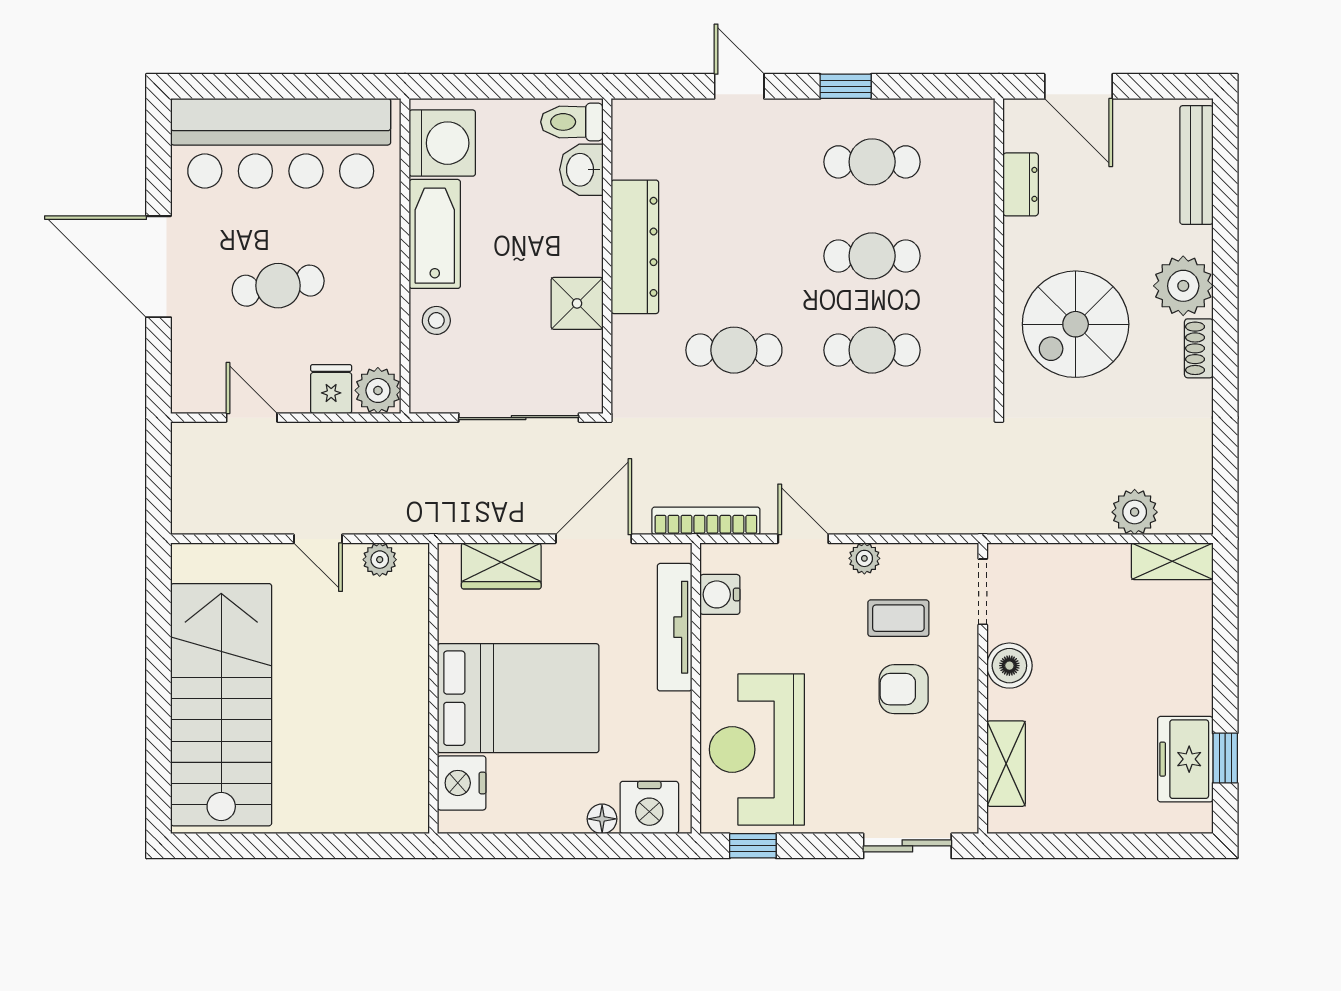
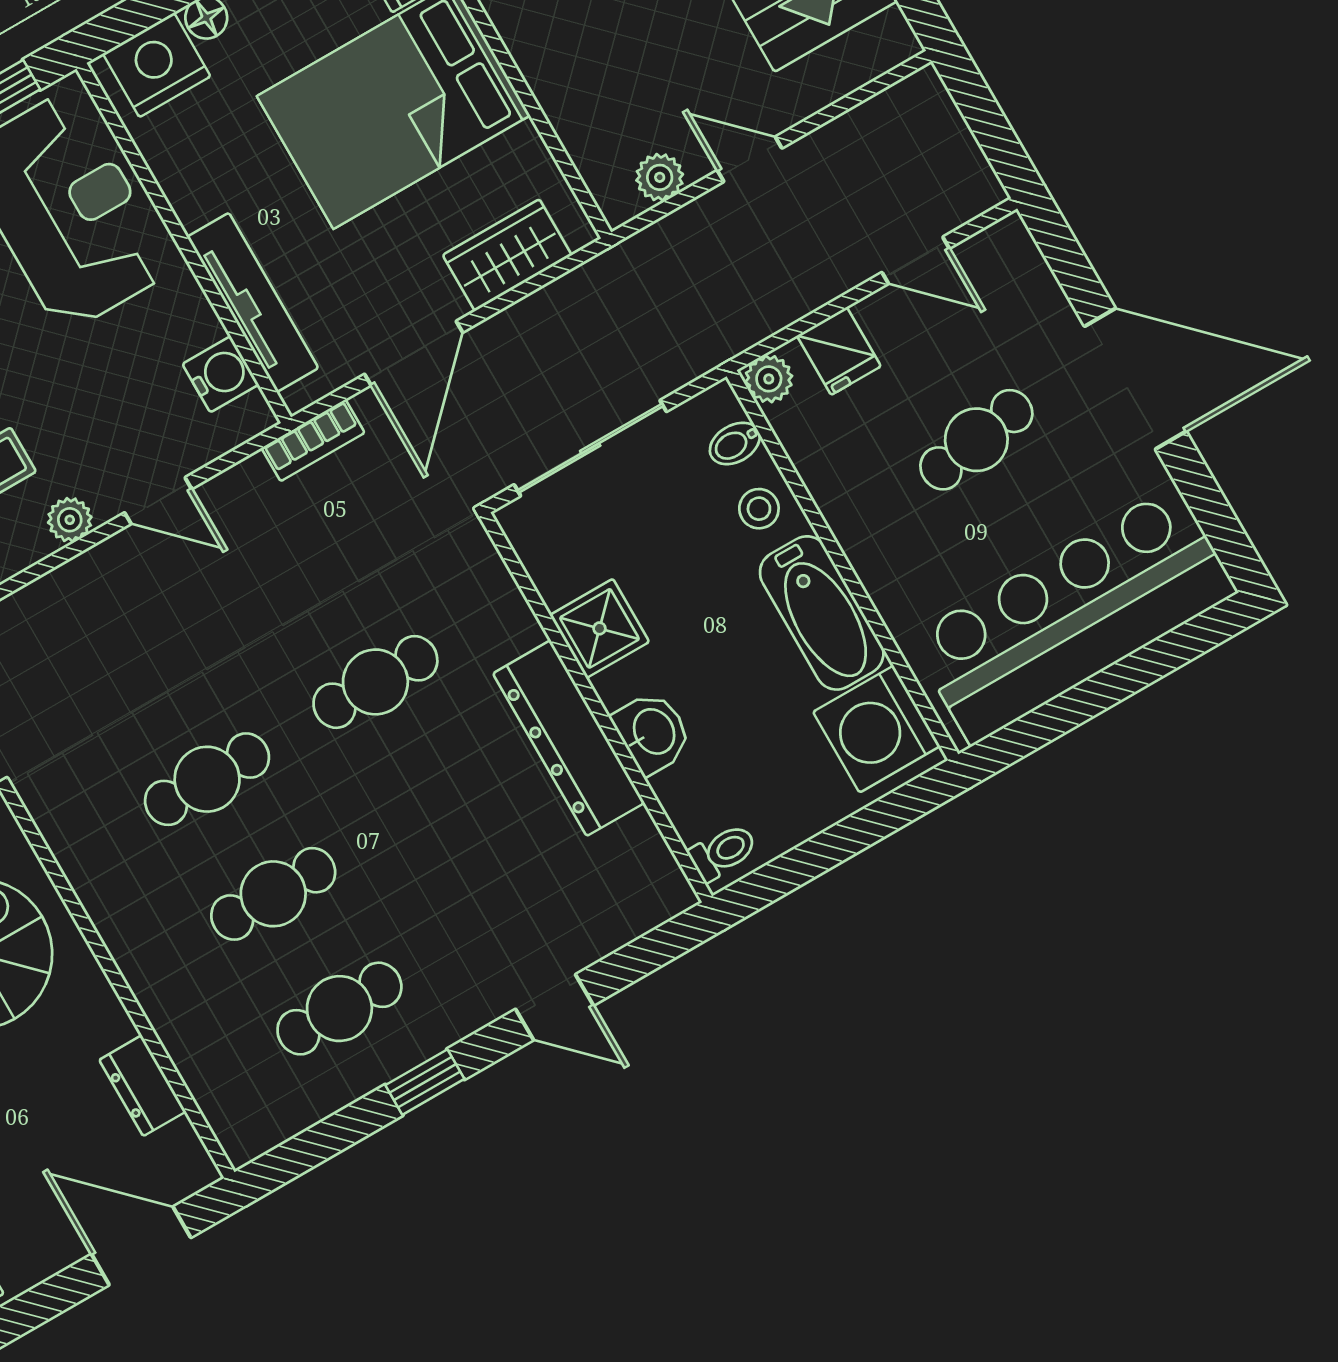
toilet: (572, 122) -> (723, 852), width x0.73, depth x0.72
washbasin: (581, 170) -> (653, 732), moved
bidet: (428, 369) -> (735, 444), added
plant: (378, 390) -> (769, 379), width x0.73, depth x0.73
bookcase: (706, 521) -> (313, 440), width x0.64

